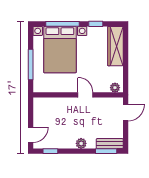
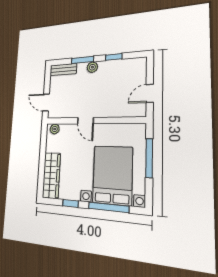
door: (126, 113) -> (46, 103), hinge flipped
door: (31, 135) -> (150, 93), moved
window: (50, 151) -> (114, 57), moved
window: (106, 151) -> (82, 60), moved

